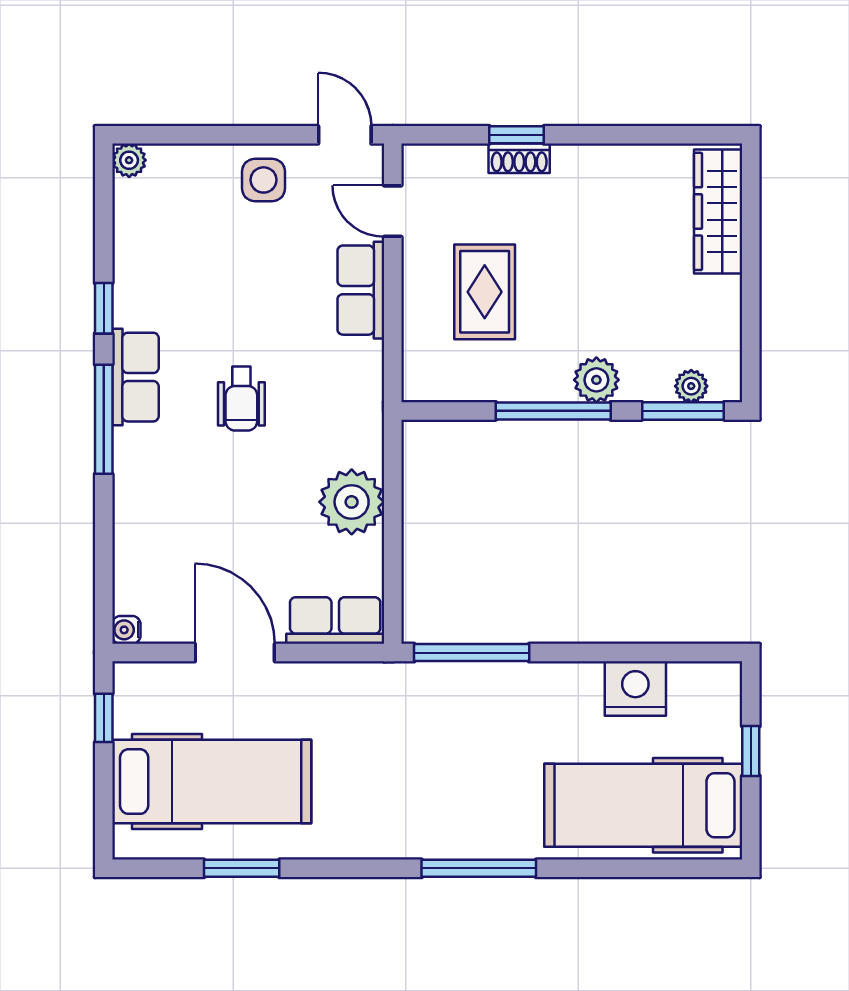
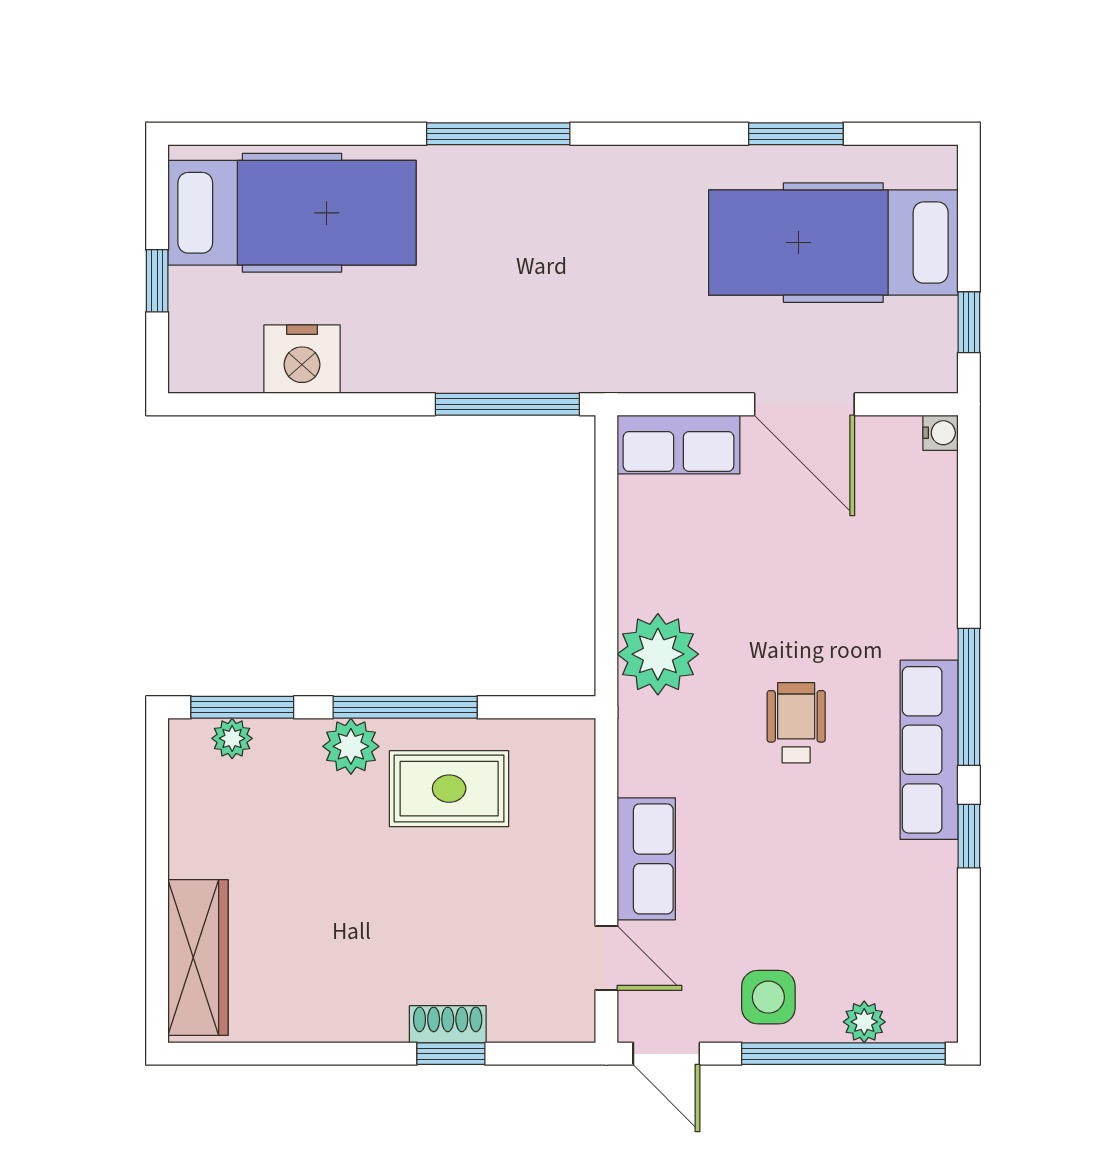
window: (204, 135) -> (843, 1054), added
plant: (129, 160) -> (864, 1022), moved
rug: (485, 292) -> (449, 789), moved, turned 90
row of seats: (135, 377) -> (929, 750), width x1.48
plant: (352, 502) -> (658, 654), moved

